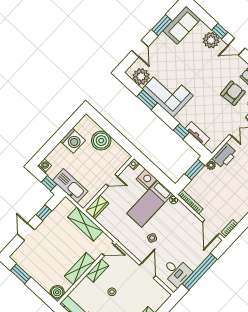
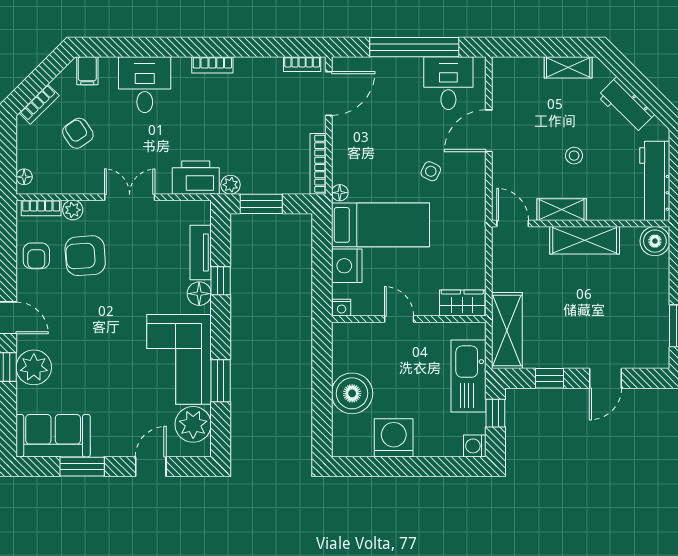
floor lamp: (184, 120) -> (199, 294), added
shelving: (85, 224) -> (507, 330), moved

